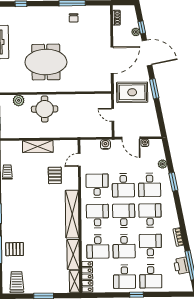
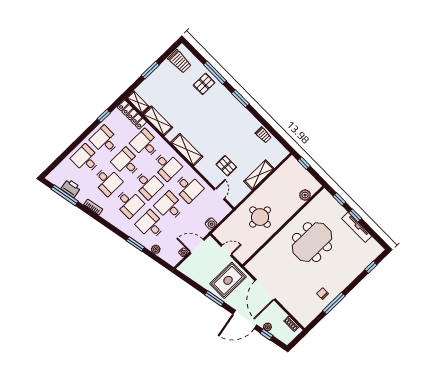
round table: (45, 109) -> (260, 217), moved
shelving: (72, 214) -> (187, 150), width x0.68
window: (137, 295) -> (104, 116), moved

